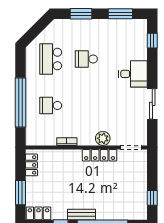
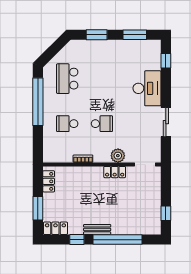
school desk: (86, 59) -> (102, 124), moved, turned 180
desk: (133, 74) -> (147, 88), width x1.37
window: (20, 102) -> (38, 102), moved
locker: (100, 155) -> (115, 172), width x0.66

